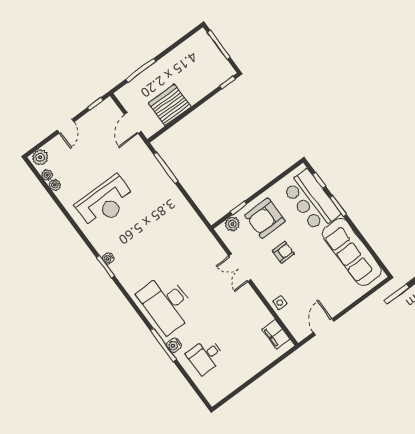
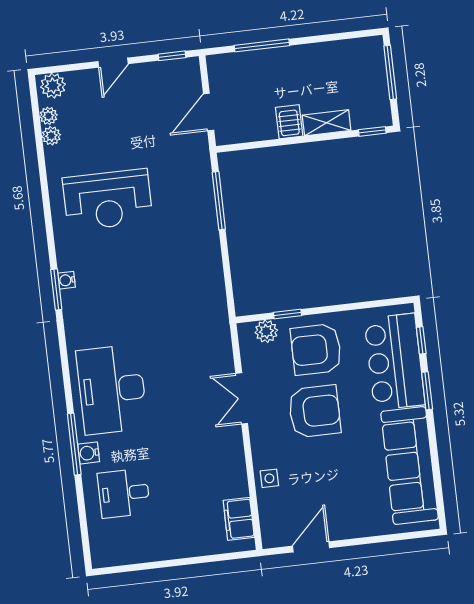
shelving: (200, 92) -> (327, 123), added
server rack: (170, 105) -> (289, 122), width x0.46, depth x0.70
armchair: (283, 252) -> (314, 411), width x1.88, depth x1.88

